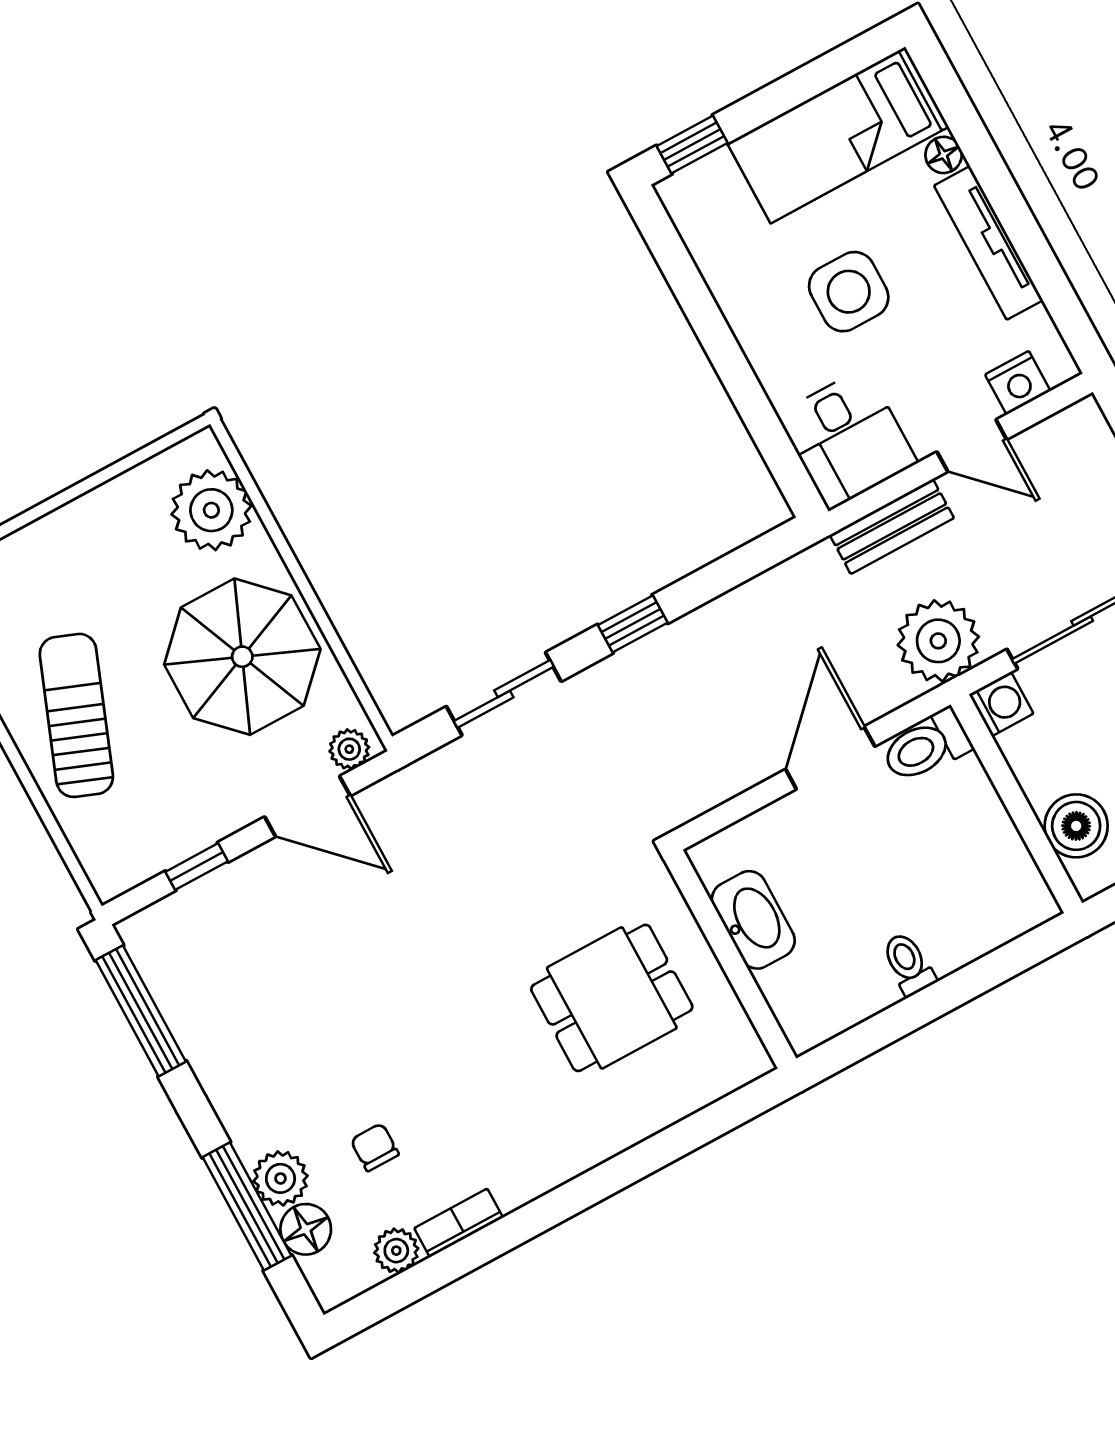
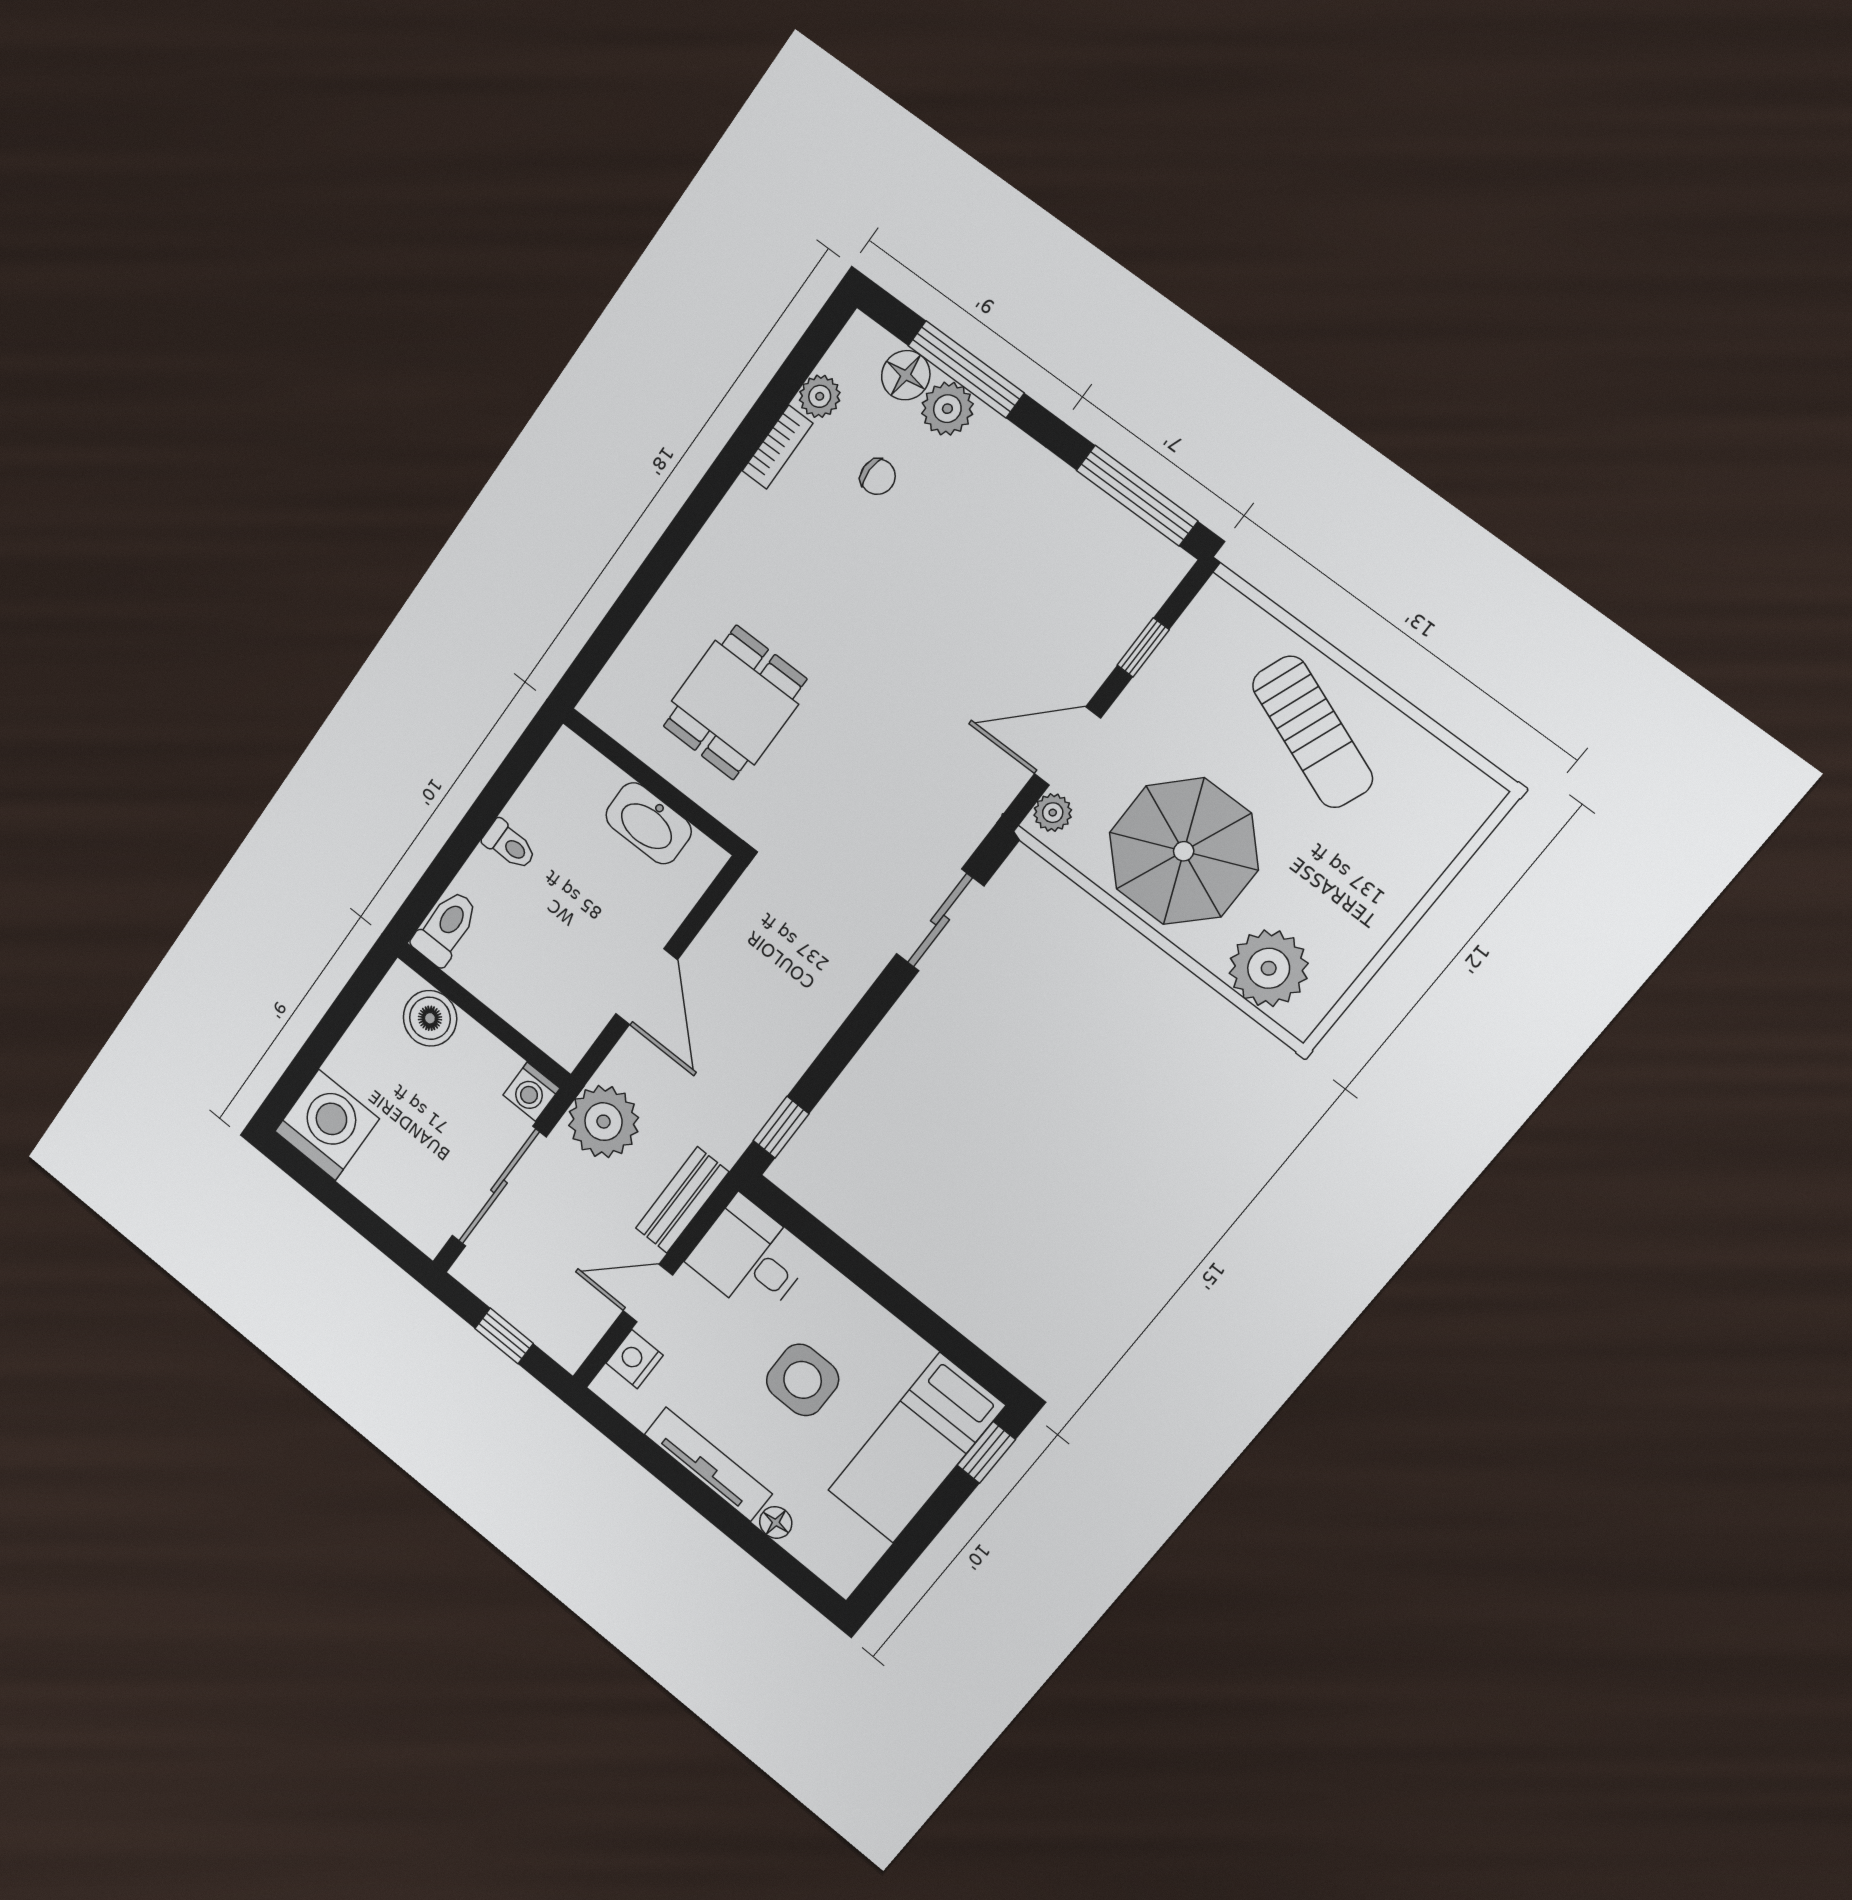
bed: (838, 135) -> (916, 1448), moved, turned 180
window: (633, 624) -> (781, 1127), moved
toilet: (926, 746) -> (446, 928), moved

